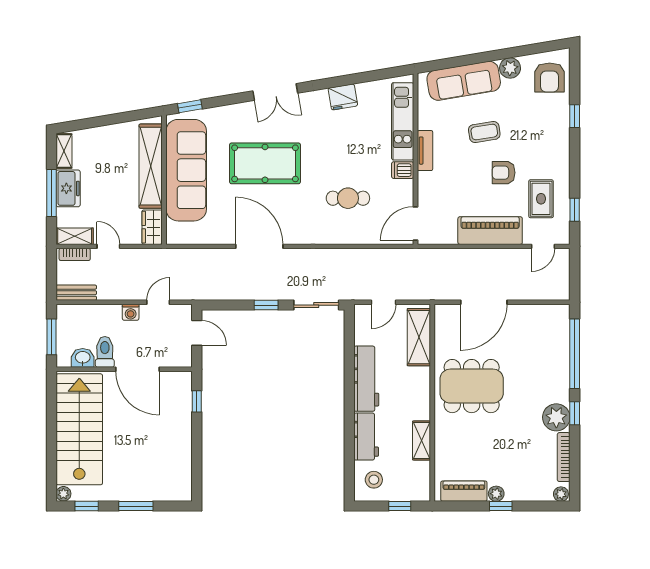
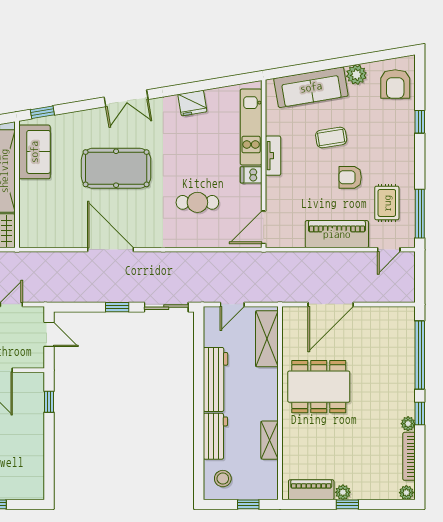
sofa: (186, 170) -> (34, 152), width x0.54, depth x0.79
window: (575, 210) -> (420, 214), width x2.17
plant: (556, 417) -> (408, 424), width x0.53, depth x0.53

